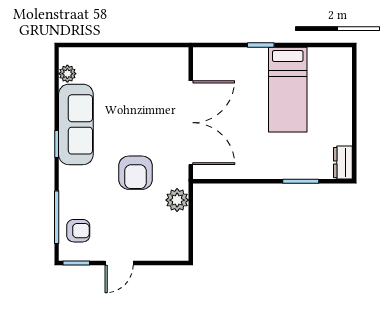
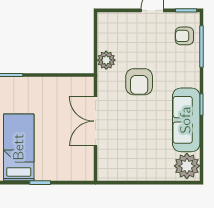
plant: (67, 74) -> (187, 166), width x1.87, depth x1.87
double door: (191, 123) -> (95, 121), width x0.73
armchair: (135, 173) -> (139, 82), turned 180

